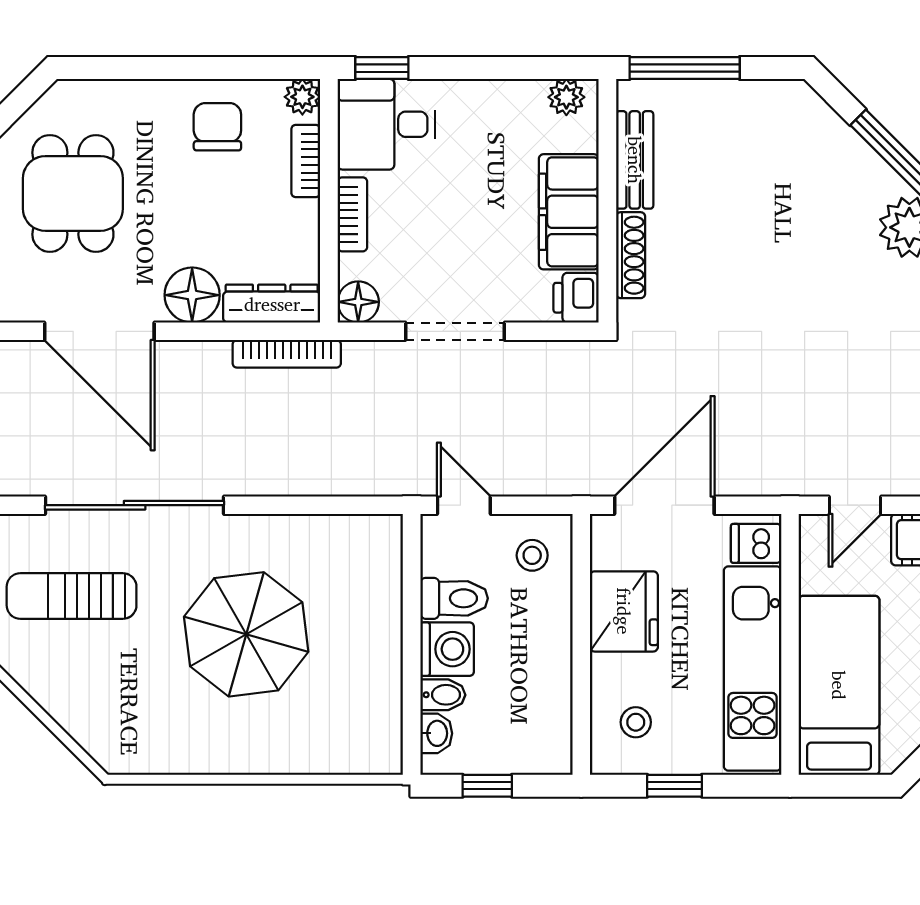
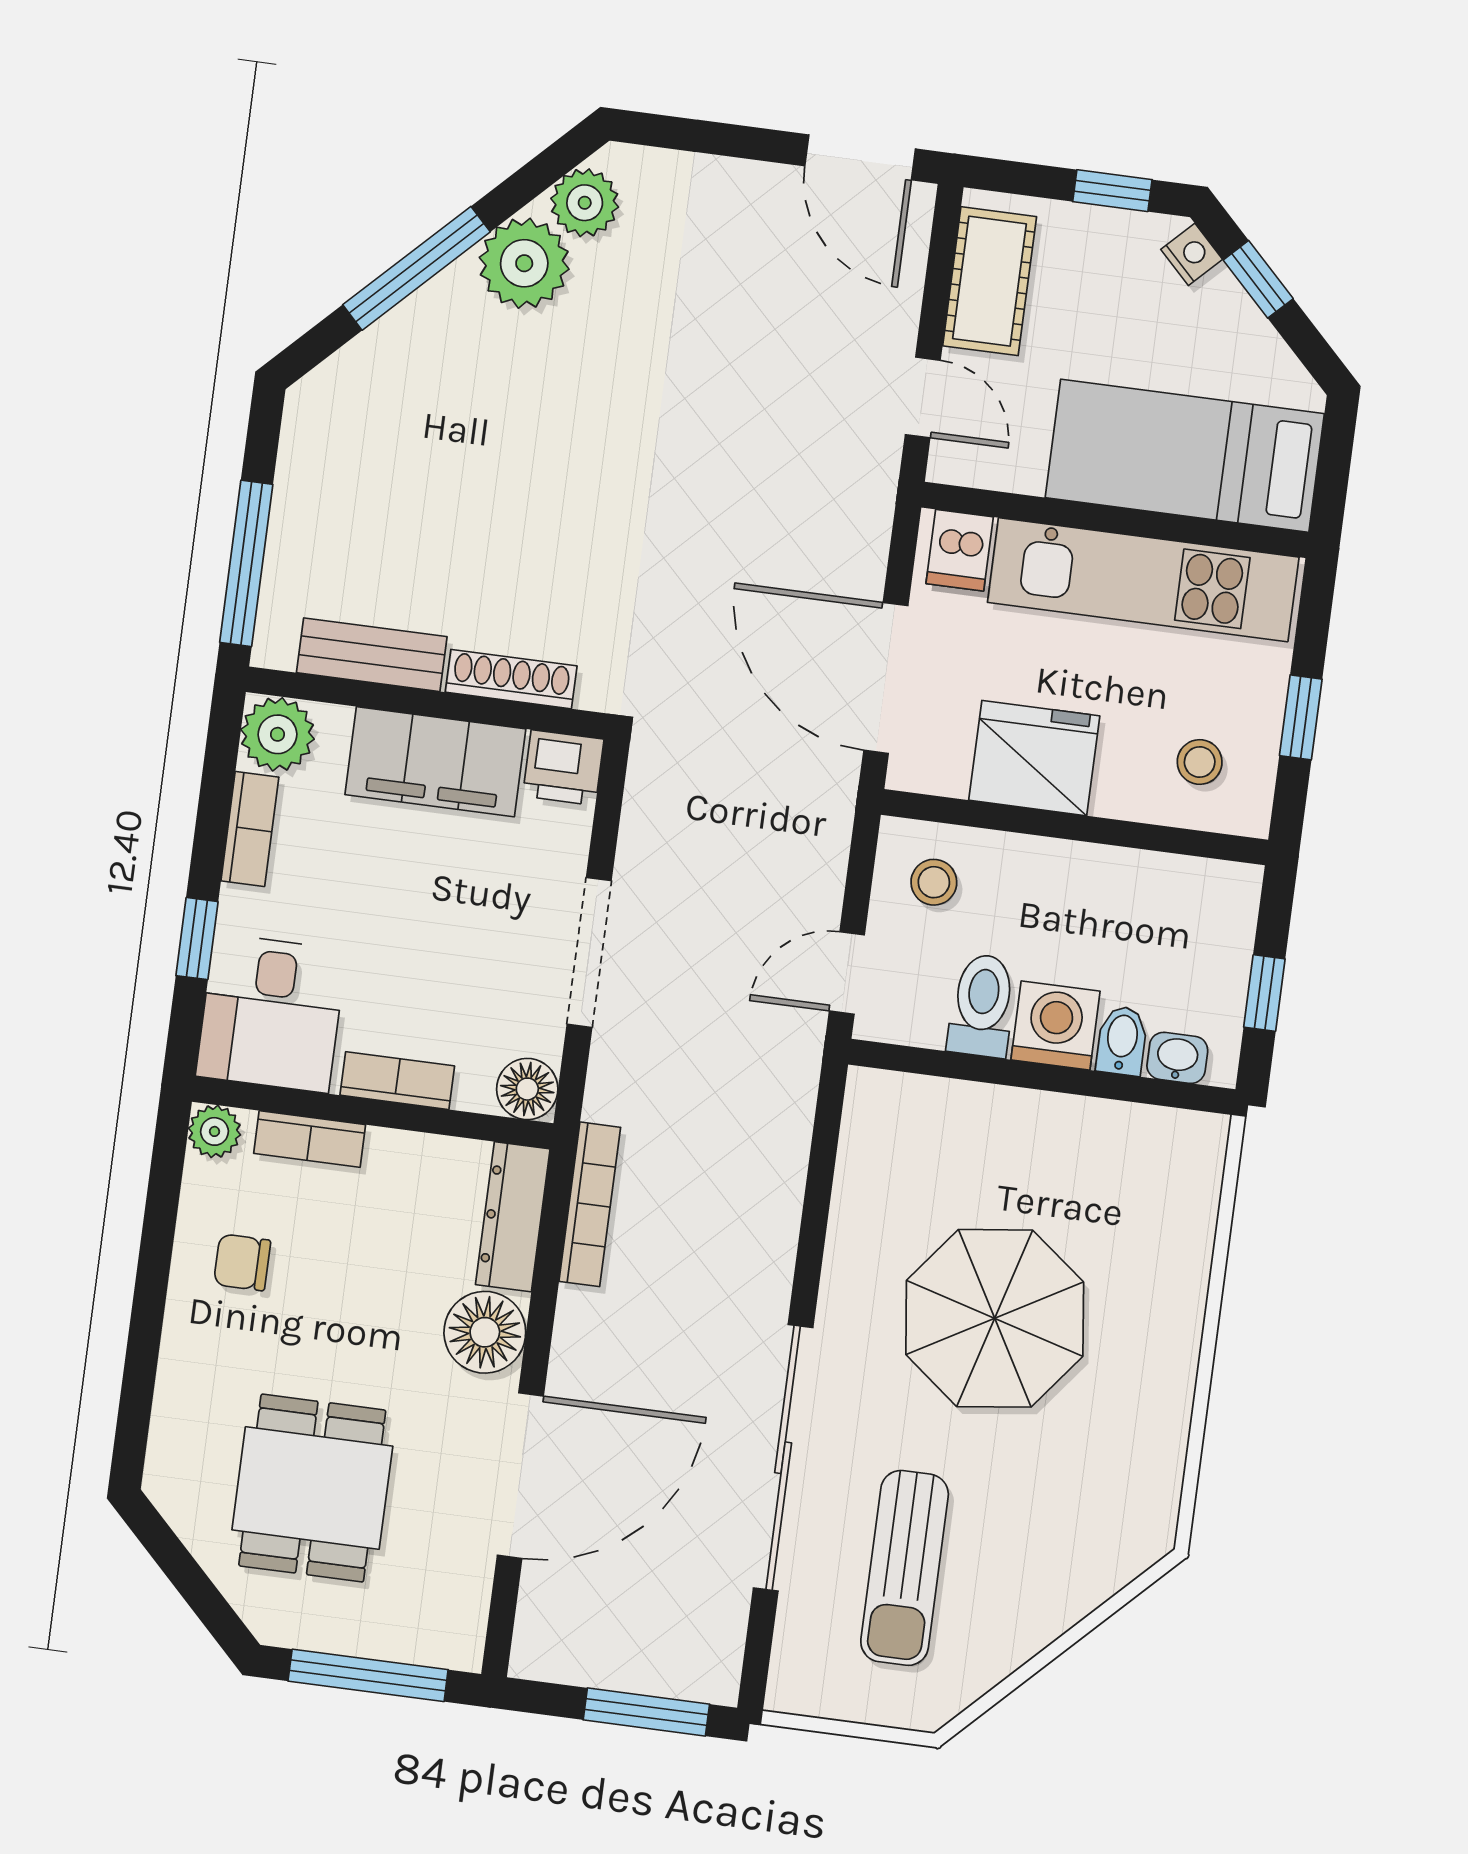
window: (382, 68) -> (197, 939), moved
bookcase: (508, 94) -> (250, 829), added
plant: (566, 97) -> (278, 734), width x1.38, depth x1.38
chair: (217, 127) -> (242, 1262), width x0.73, depth x0.73
dining table: (73, 193) -> (312, 1488), turned 90

